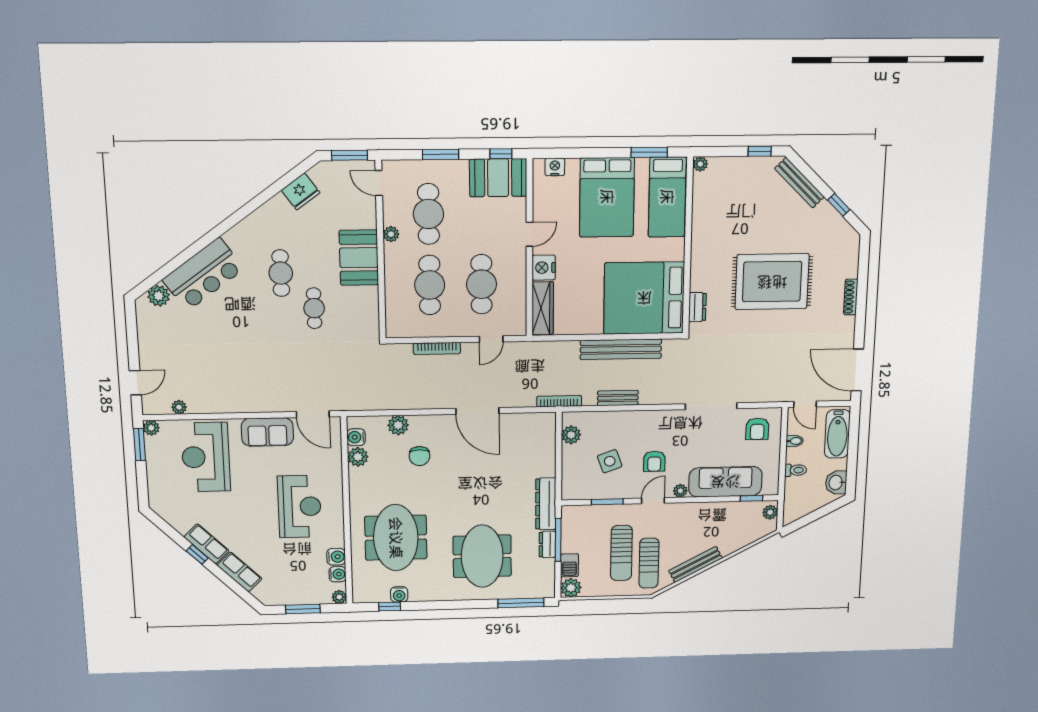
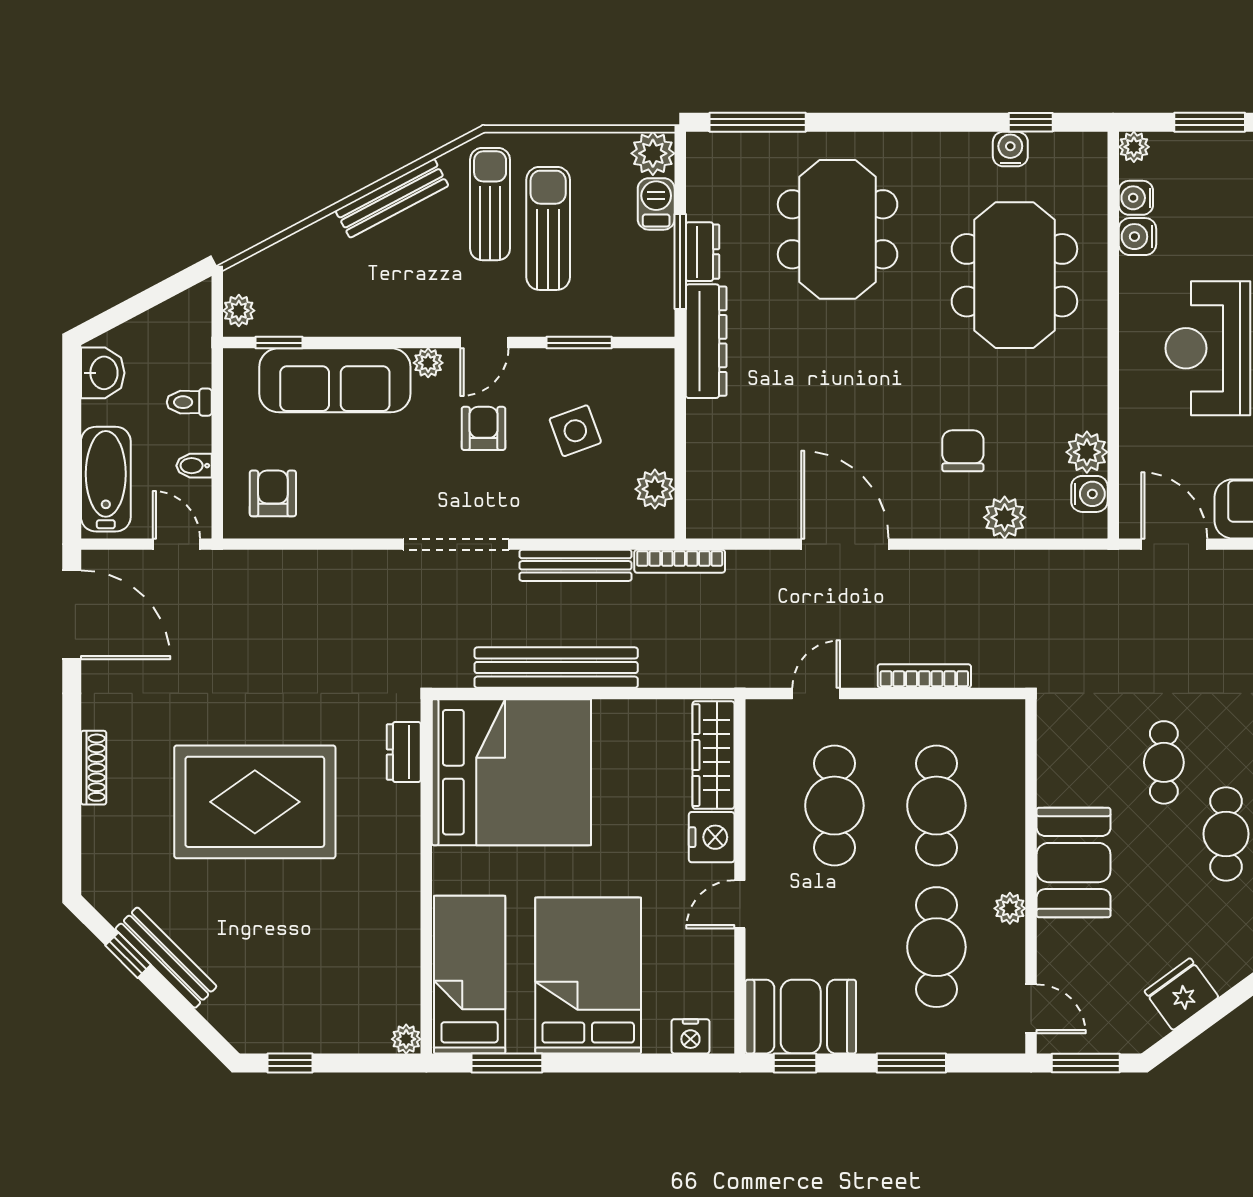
bench: (799, 183) -> (166, 958), moved
bench: (618, 398) -> (576, 565), width x1.36
doorway: (711, 406) -> (456, 544), moved

